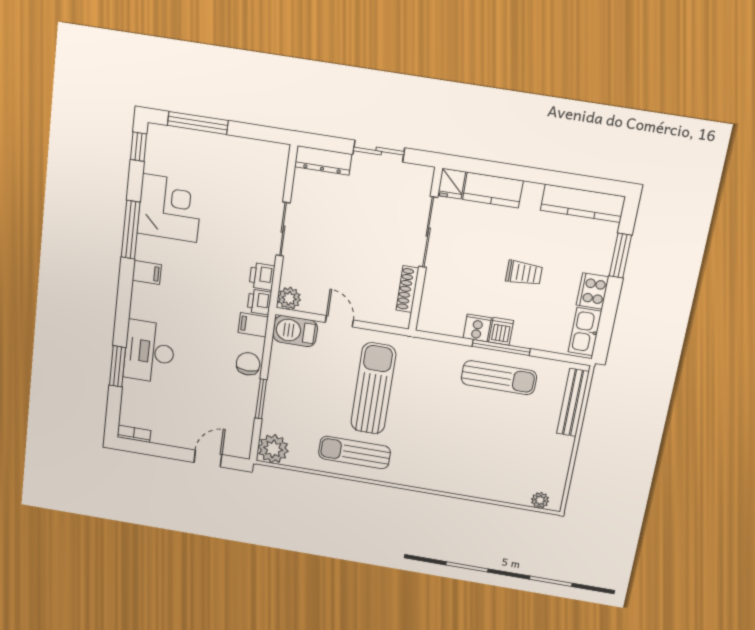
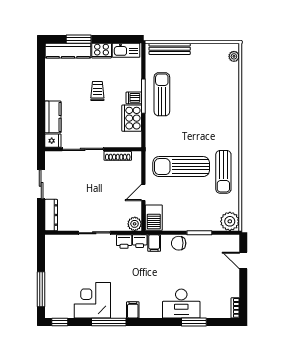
kitchen counter: (583, 203) -> (68, 51), moved, turned 90
cooker: (477, 328) -> (132, 118), width x1.87, depth x1.31

